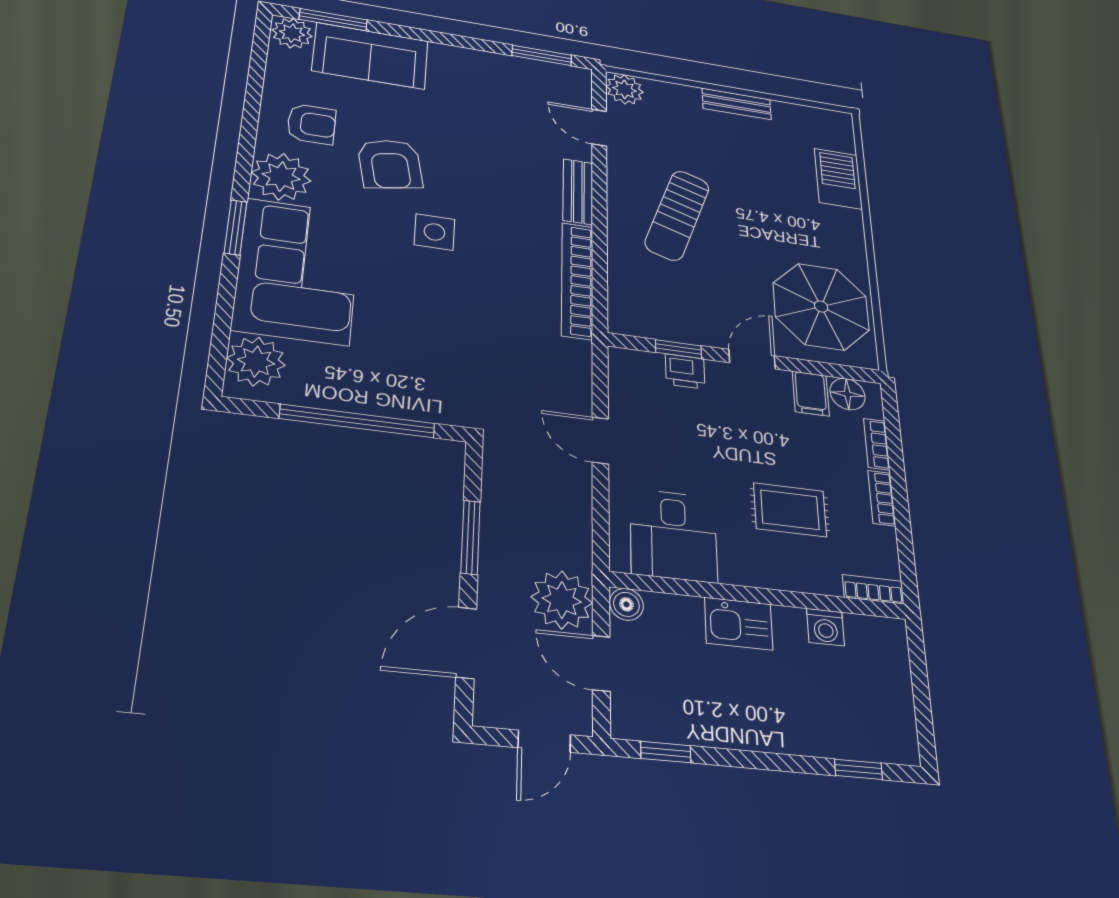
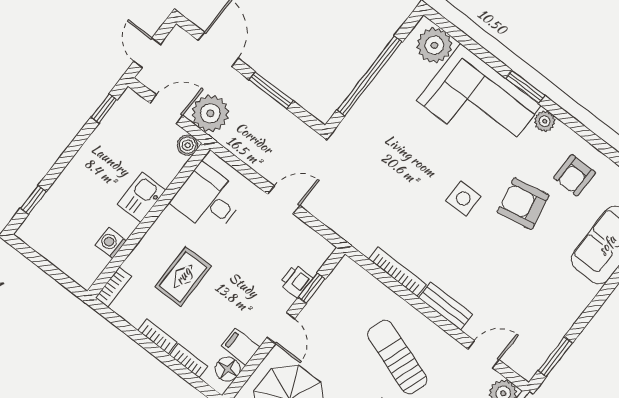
plant: (281, 177) -> (545, 121), width x0.53, depth x0.53
bookcase: (577, 280) -> (397, 272), width x0.68, depth x0.76

